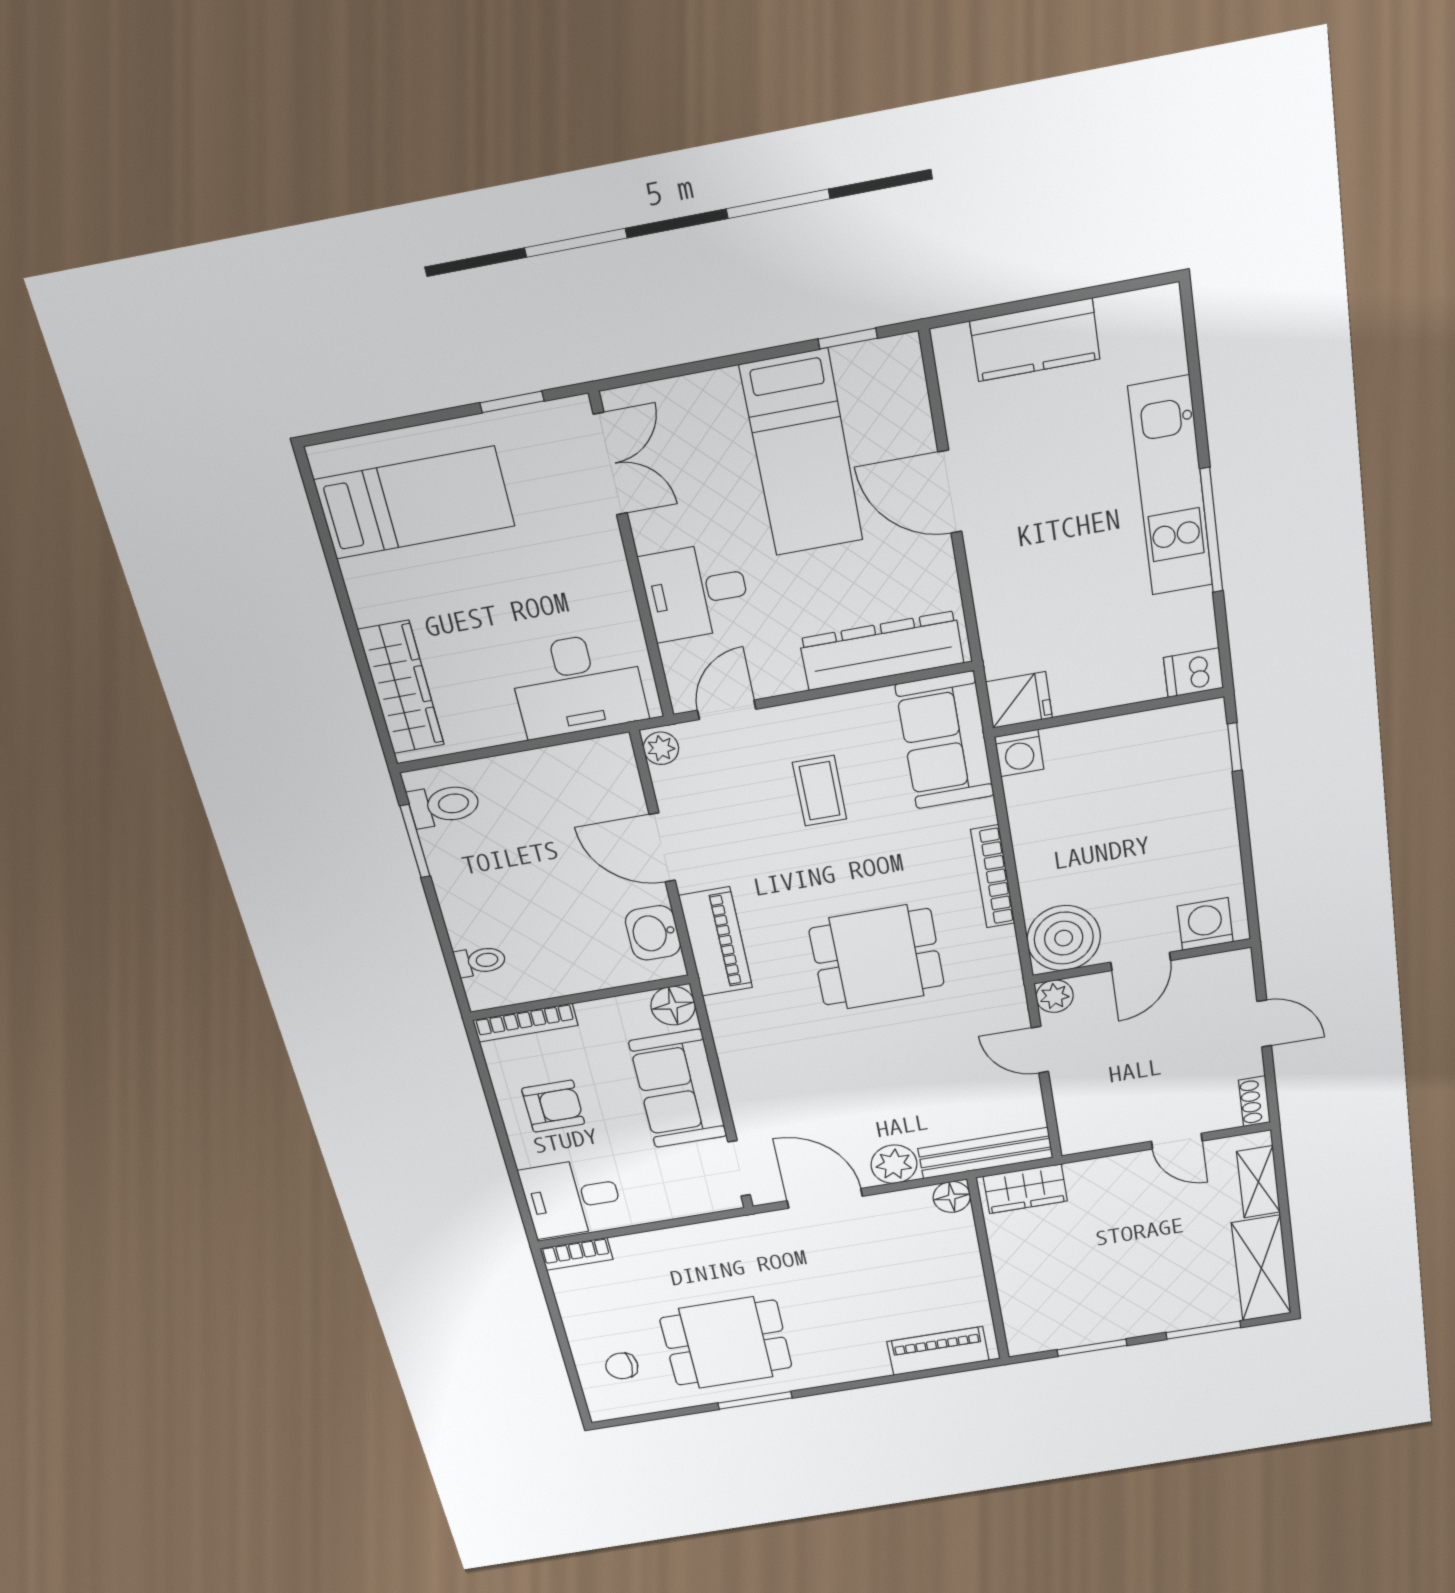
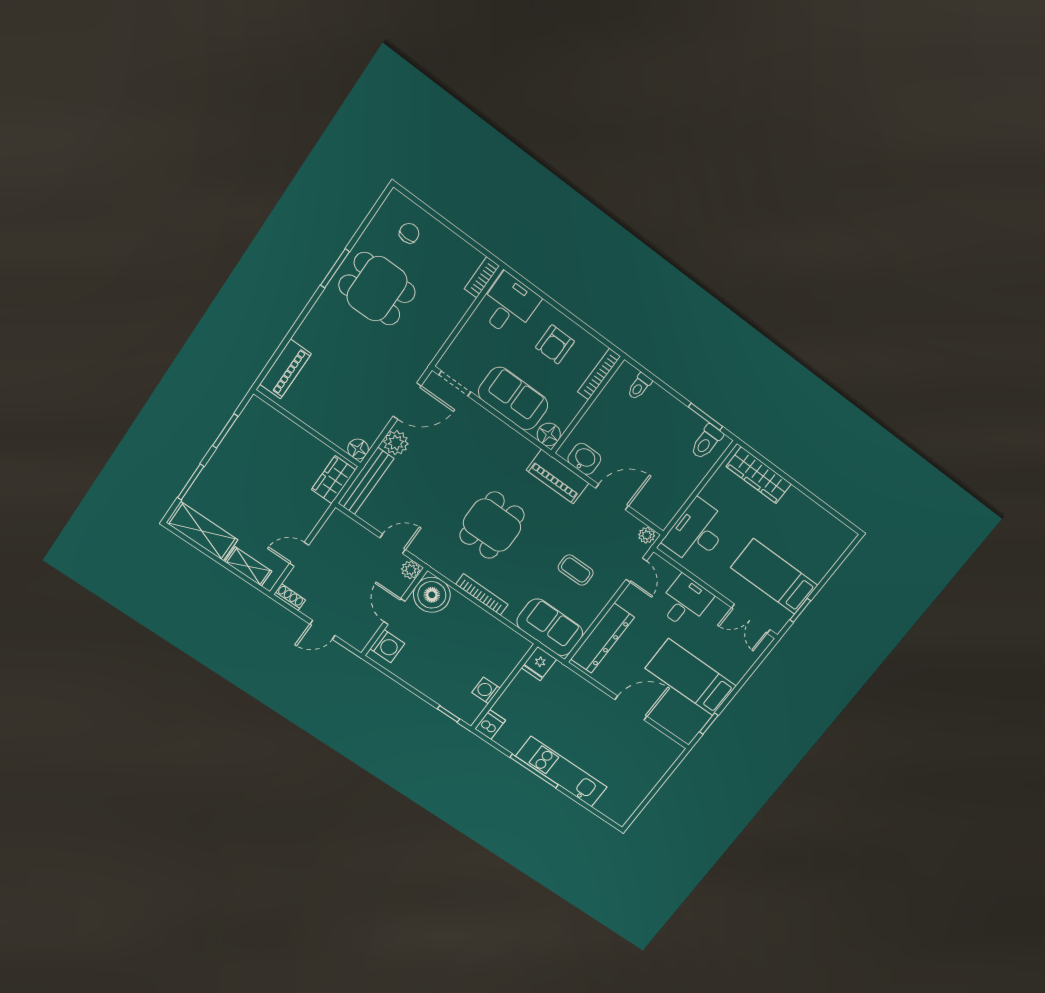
kitchen counter: (1035, 340) -> (650, 774), removed
bed: (415, 503) -> (774, 576), moved, turned 90
washing machine: (1019, 753) -> (486, 690), moved
dining table: (726, 1343) -> (377, 289), turned 90

